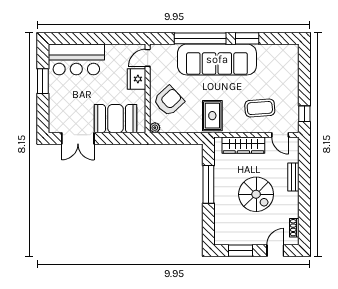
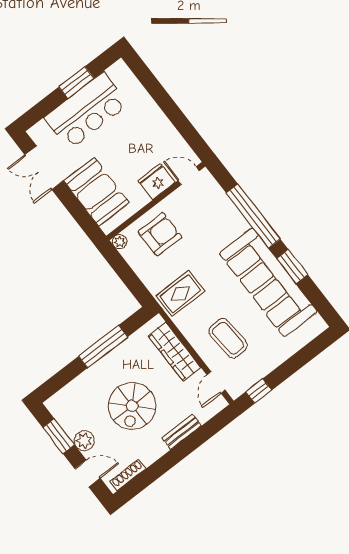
bar counter: (76, 59) -> (86, 111), moved, turned -90
sofa: (217, 59) -> (268, 282), moved
armchair: (169, 101) -> (160, 234), turned -47
shoe rack: (294, 228) -> (128, 475), width x1.43
plant: (255, 238) -> (84, 441), added

